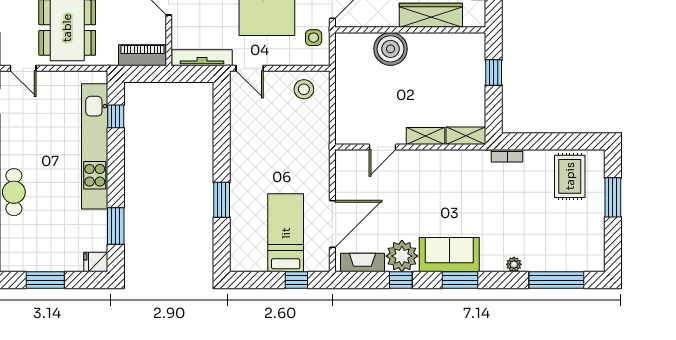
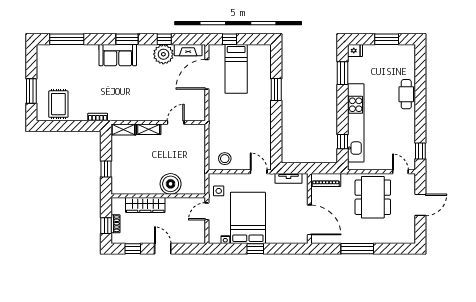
tv unit: (202, 58) -> (289, 178), width x0.71
sofa: (449, 255) -> (118, 55), moved
plant: (514, 264) -> (93, 49), removed

